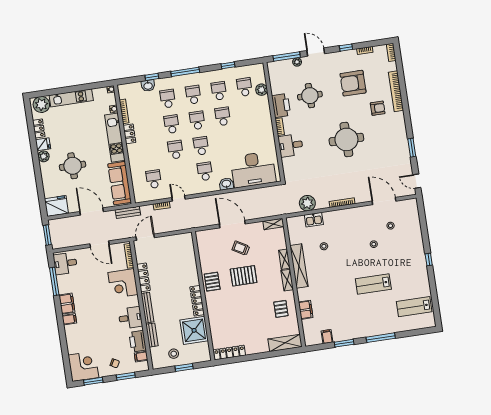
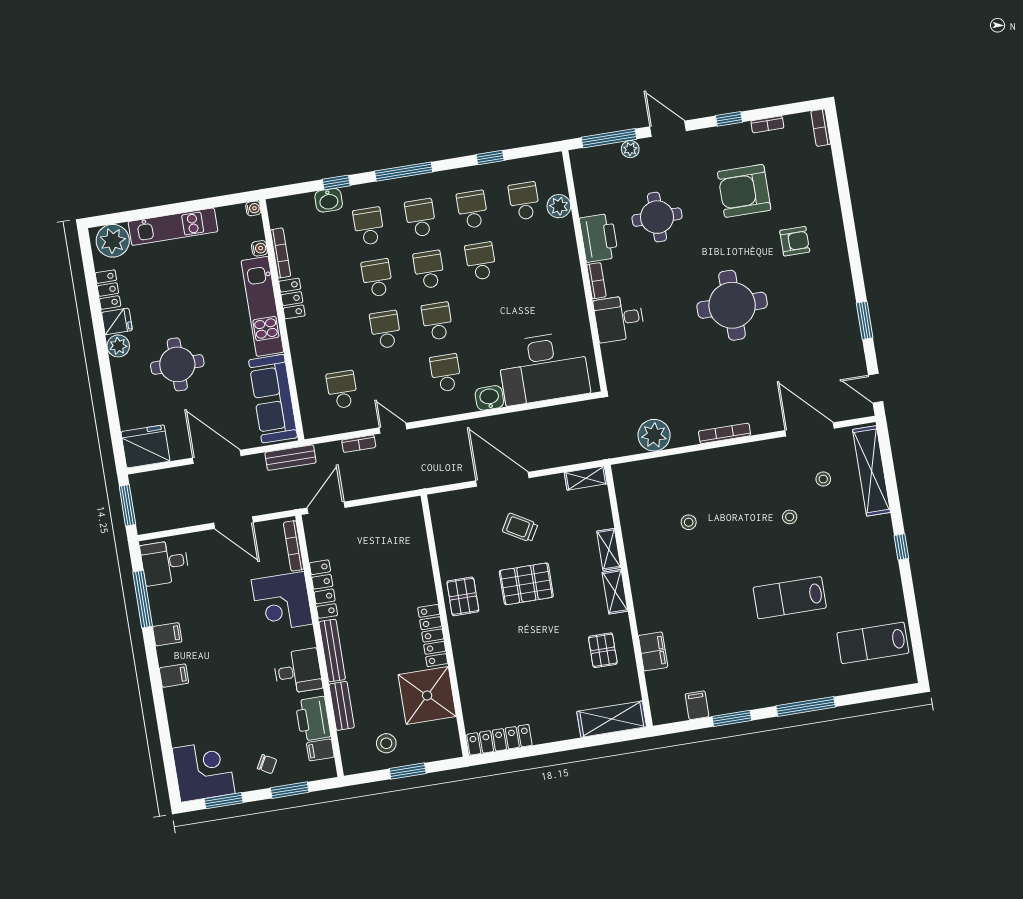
bookcase: (396, 91) -> (831, 206), removed
kitchen sink: (314, 220) -> (668, 468), removed
shelving: (299, 266) -> (872, 471), moved
filing cabinet: (67, 304) -> (167, 634), width x0.50

